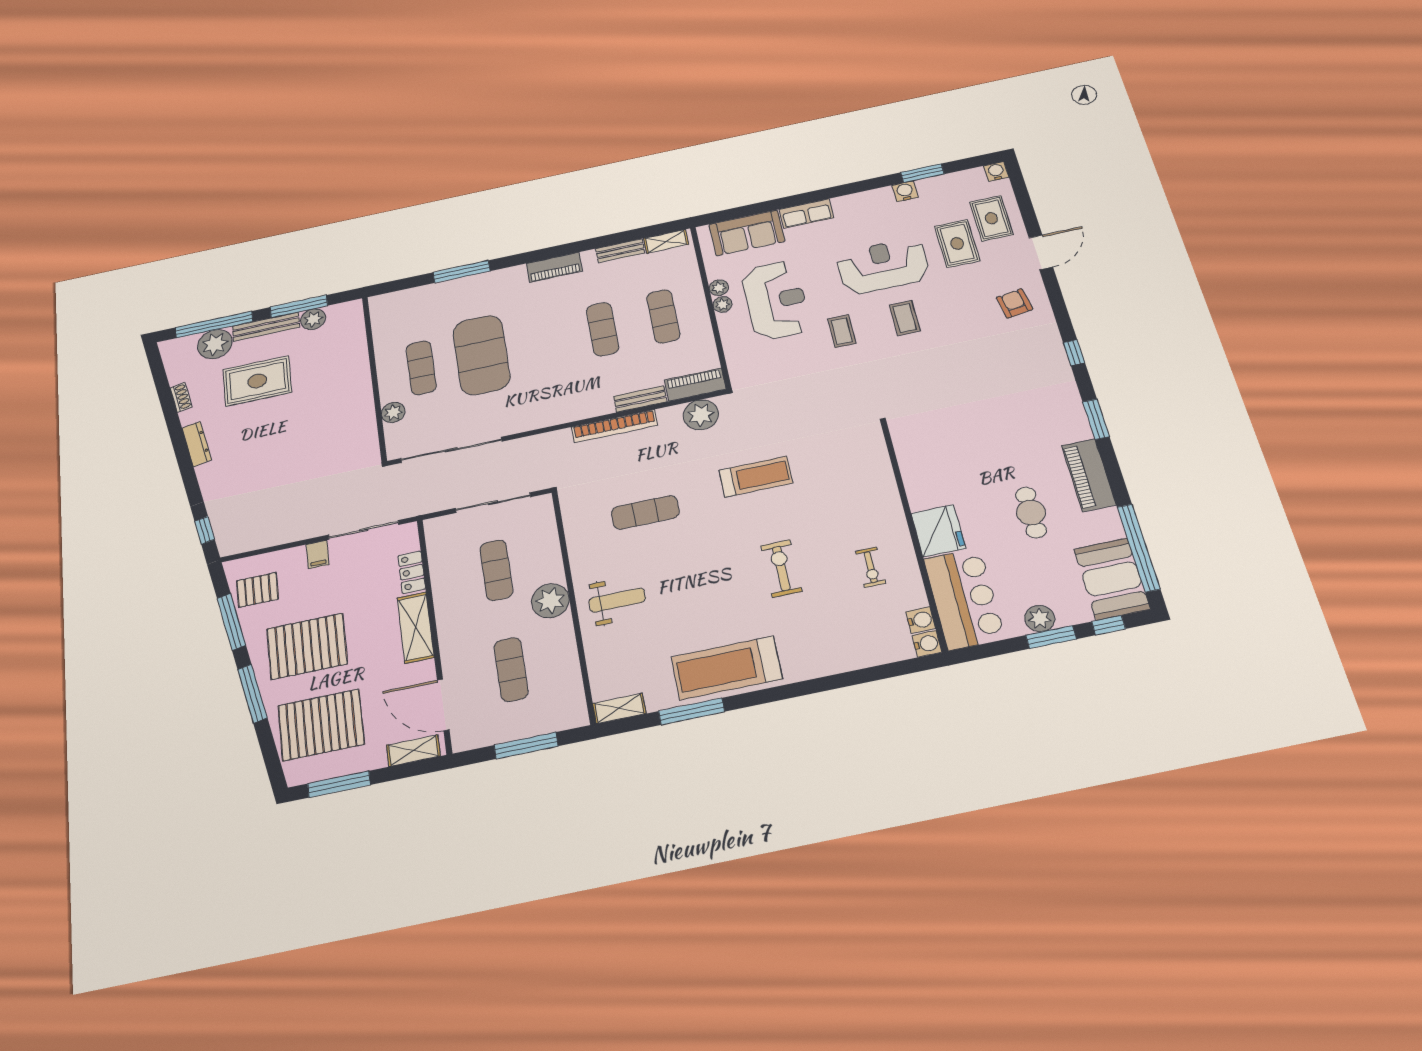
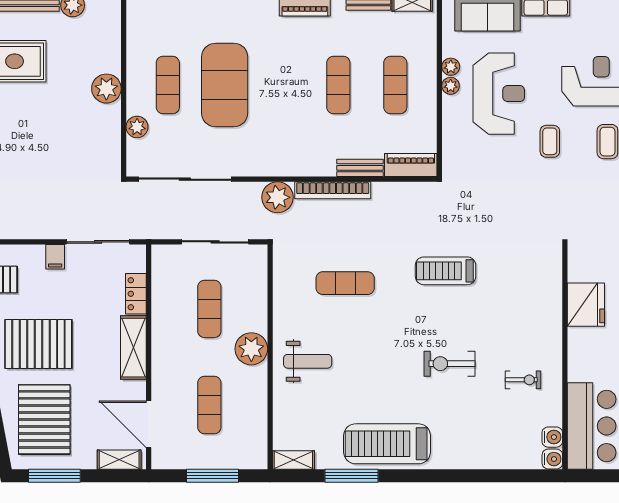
plant: (356, 385) -> (106, 89), added
plant: (701, 415) -> (278, 197), moved
treadmill: (756, 477) -> (446, 271), turned 180
fridge: (938, 531) -> (586, 305), moved
exercise bike: (871, 567) -> (523, 380), turned -90
exercise bike: (781, 568) -> (449, 364), turned -90
pallet: (321, 725) -> (44, 419), turned 90

